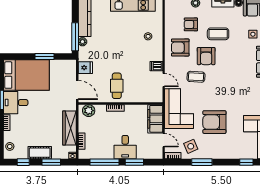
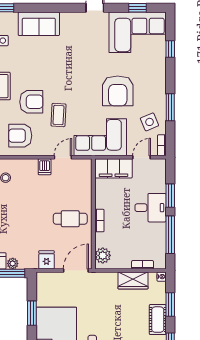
armchair: (180, 48) -> (20, 136), turned 90
wardrobe: (70, 128) -> (133, 280), width x0.67

